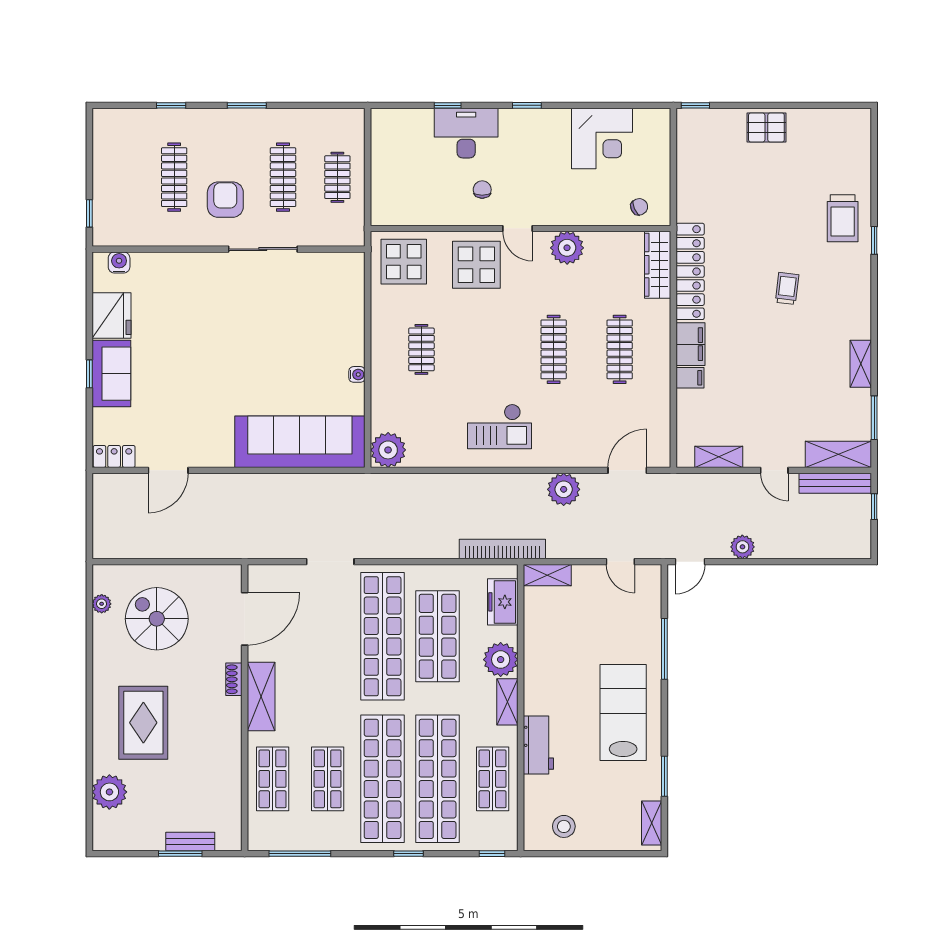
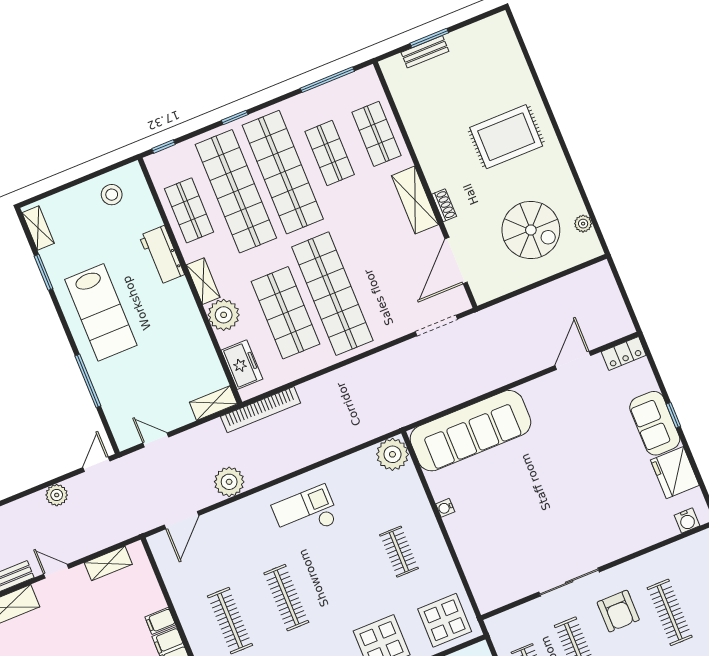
doorway: (330, 562) -> (436, 325), moved
rug: (143, 723) -> (506, 137), turned 90
plant: (109, 792) -> (511, 66), removed

